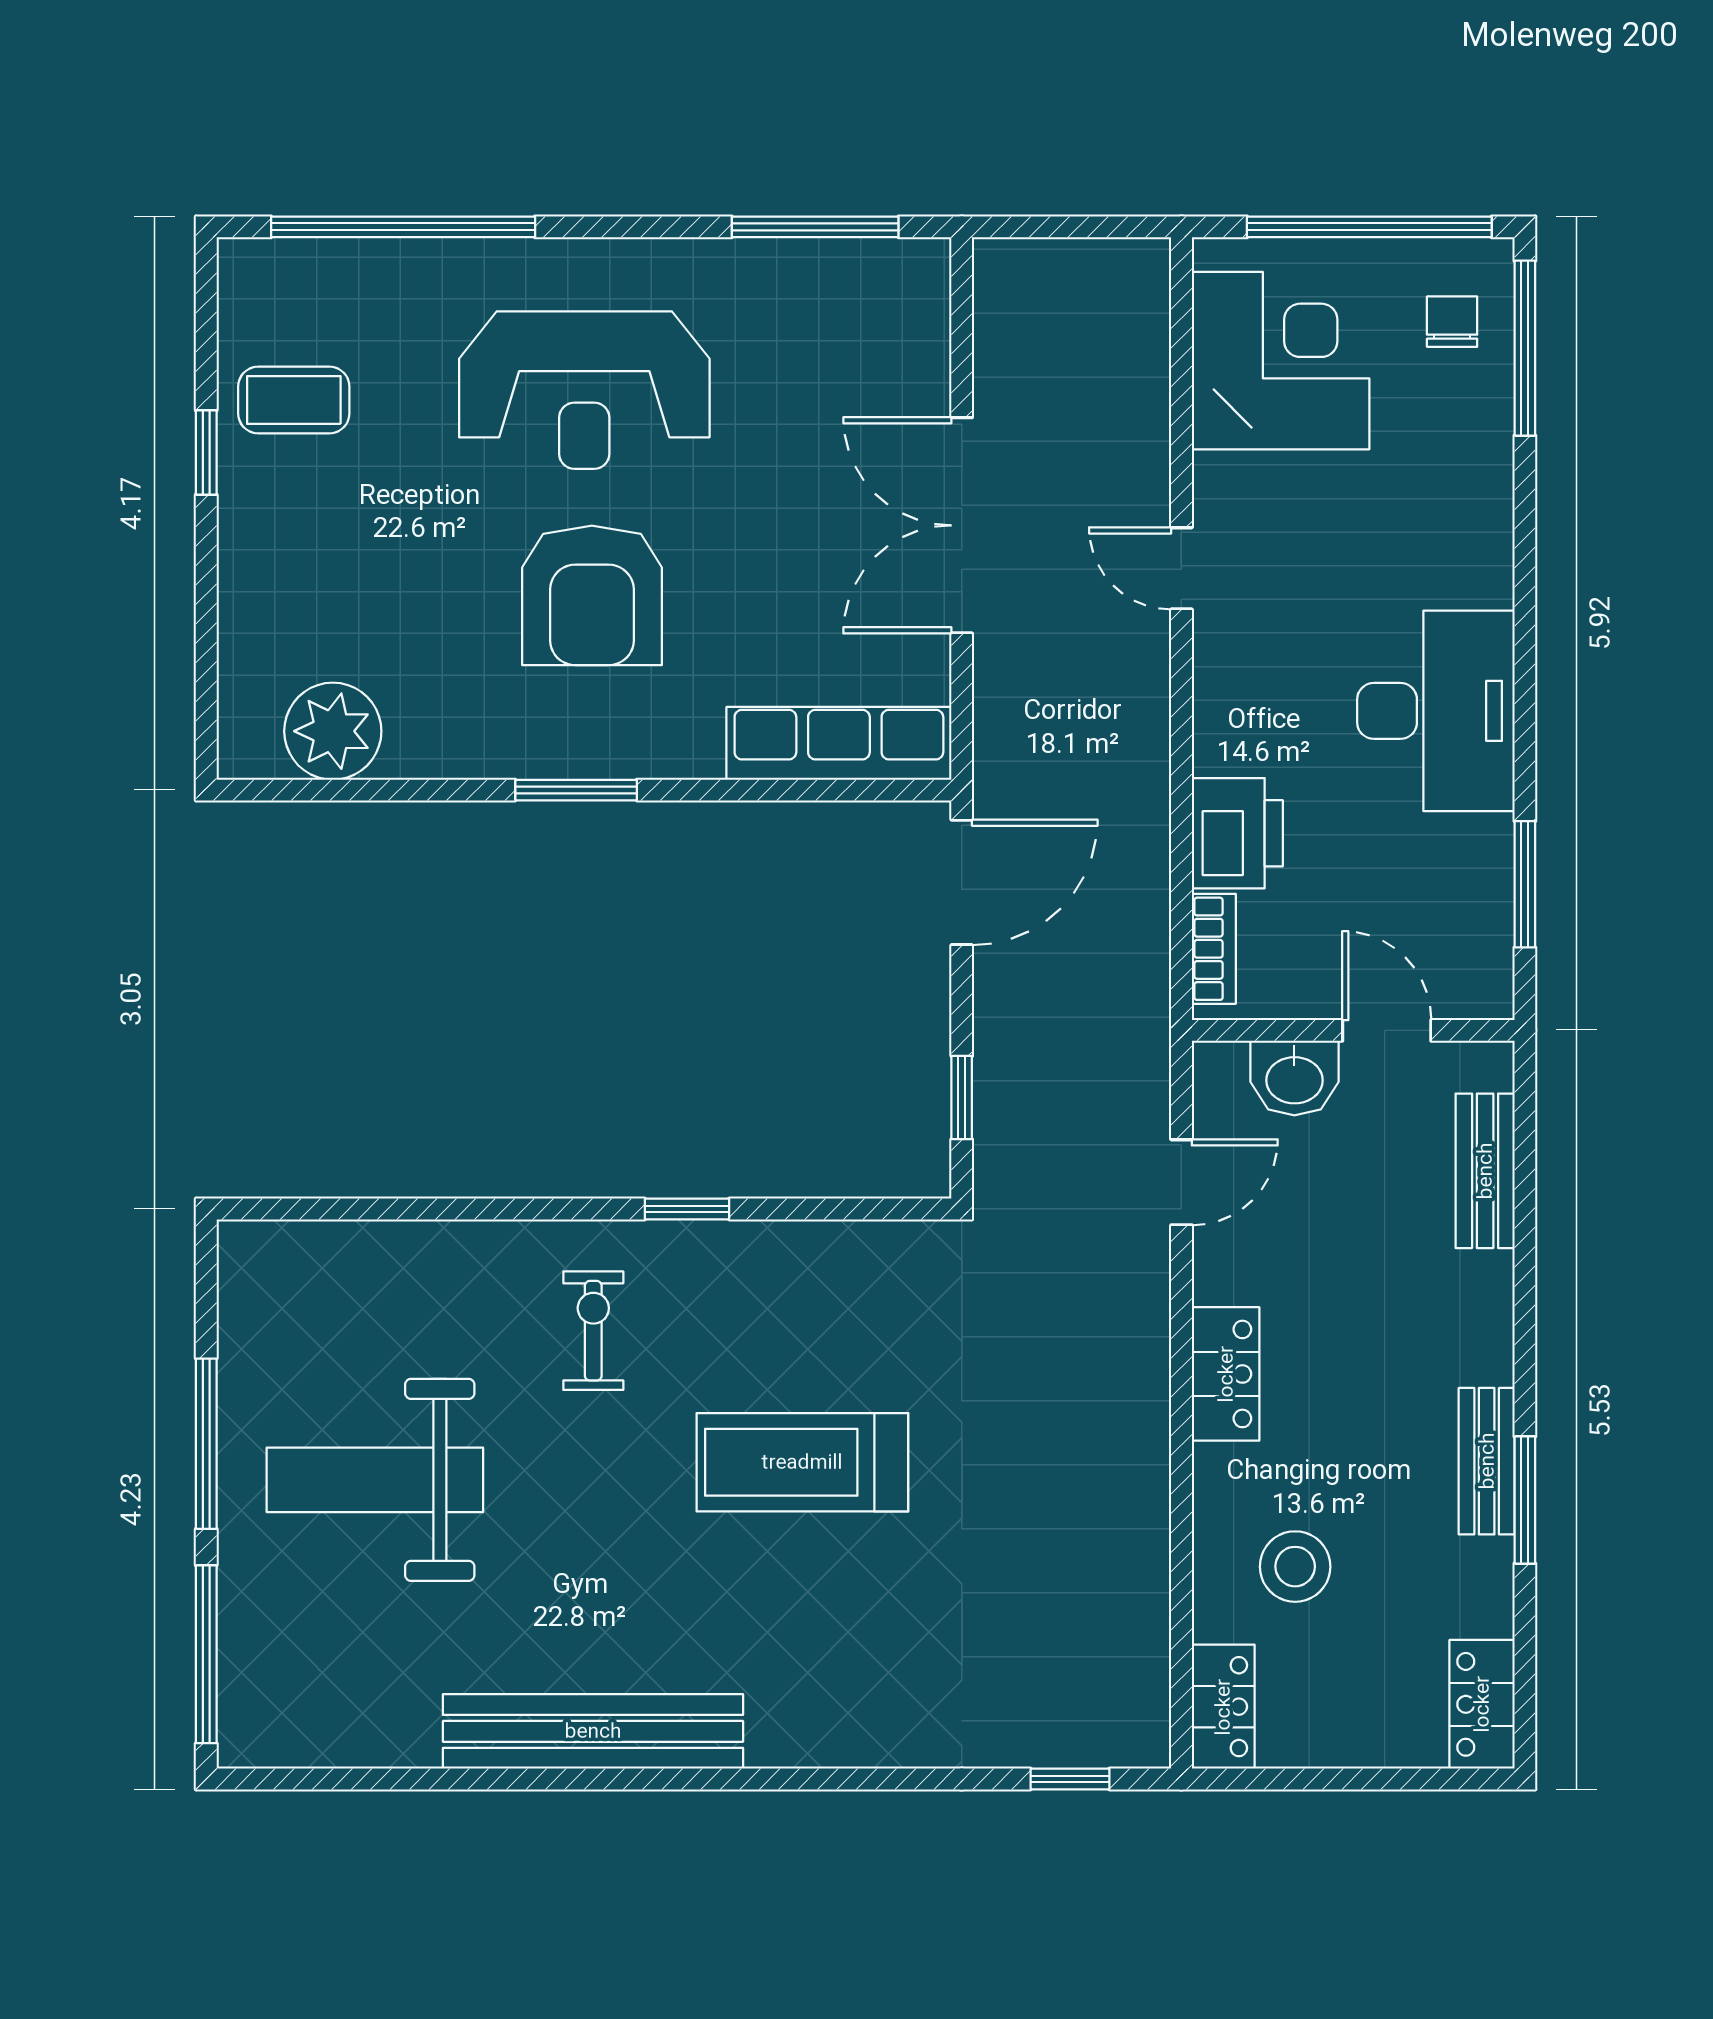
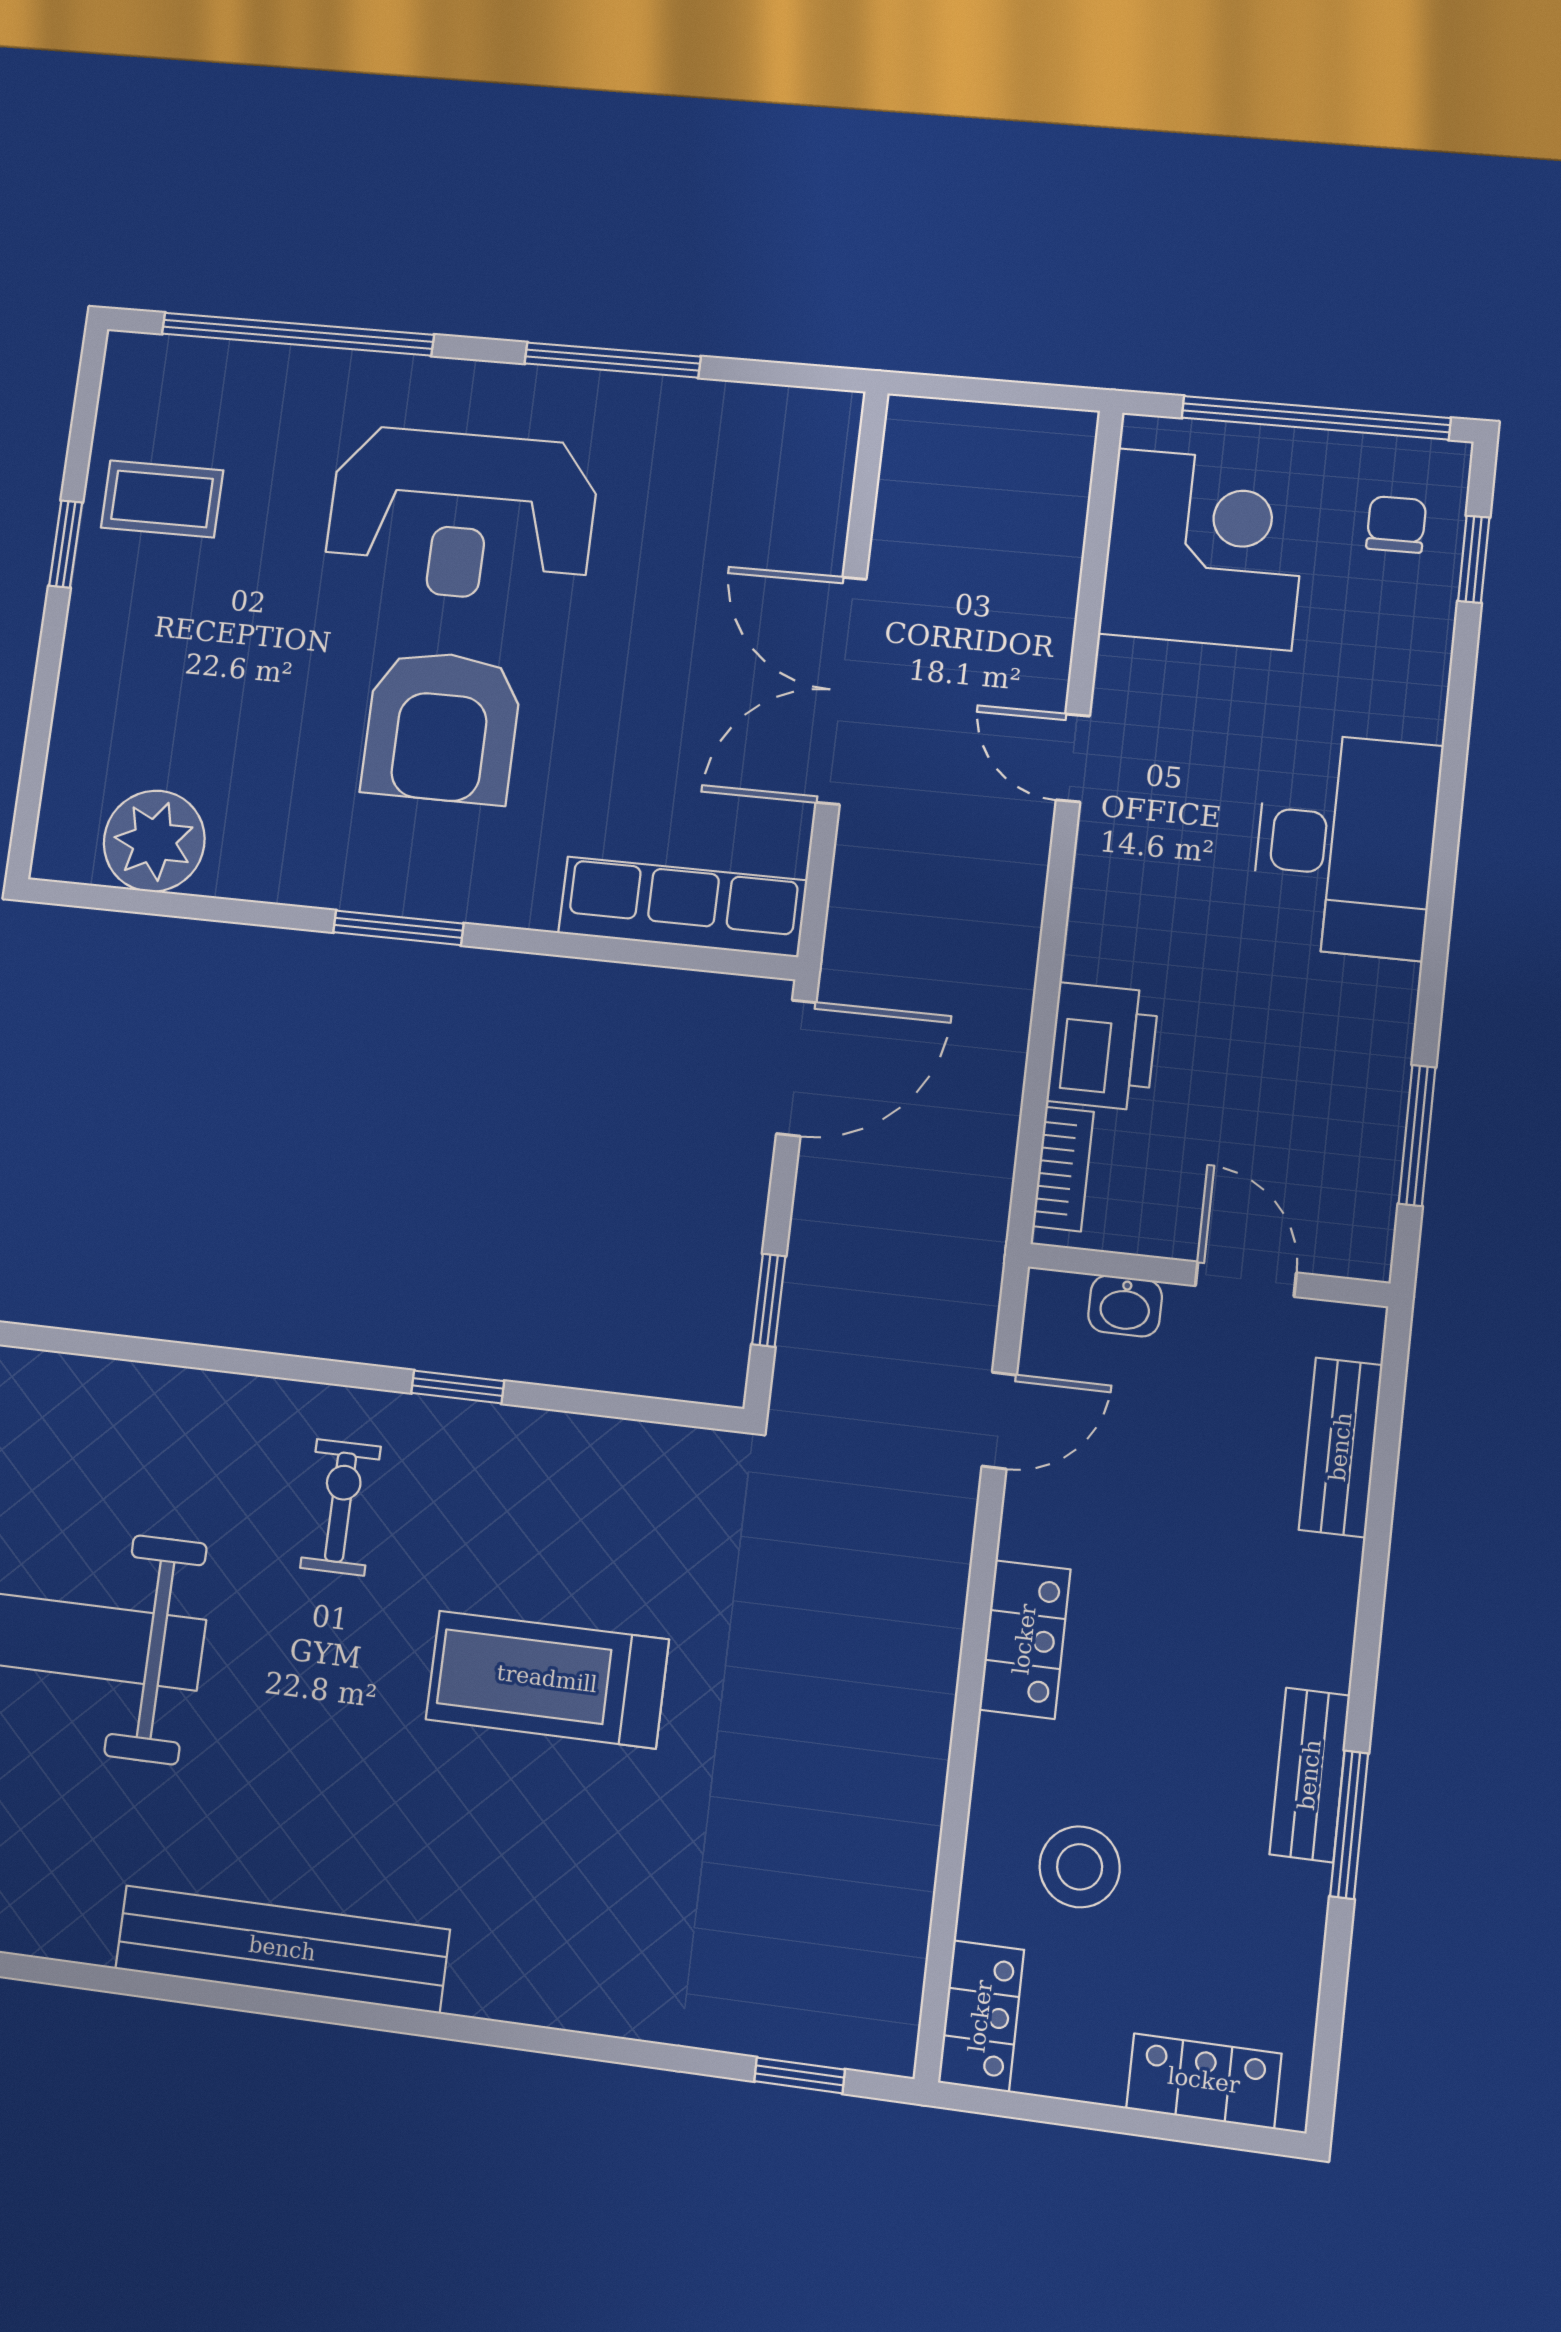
window: (815, 227) -> (613, 360), moved
window: (1525, 348) -> (1474, 559), width x0.46
desk: (1436, 711) -> (1346, 845), moved
washbasin: (1294, 1078) -> (1125, 1306), width x0.72, depth x0.69
locker: (1482, 1704) -> (1204, 2081), moved, turned 90

